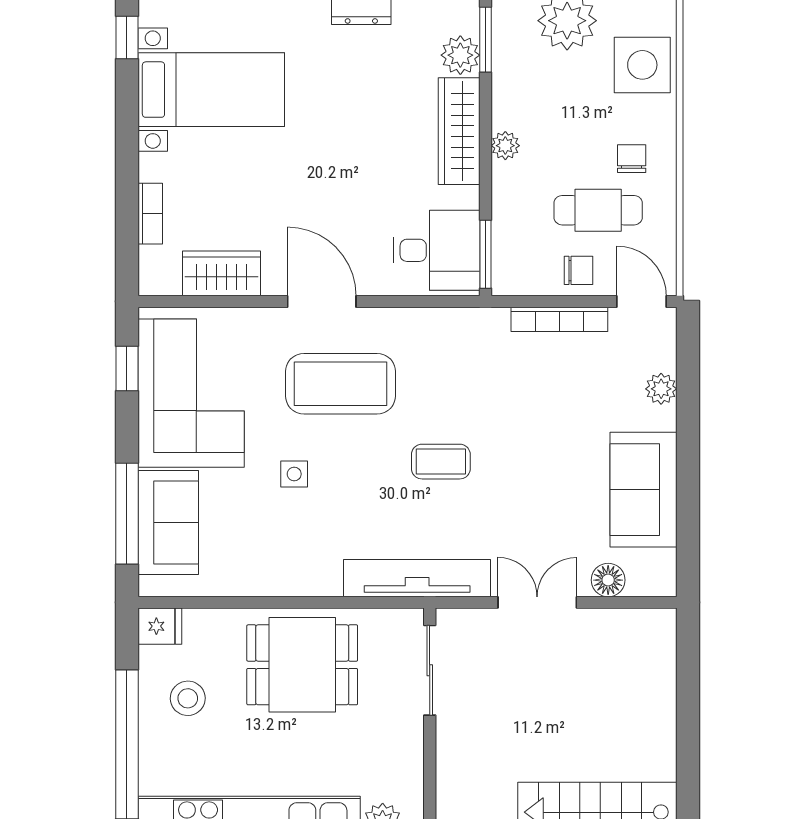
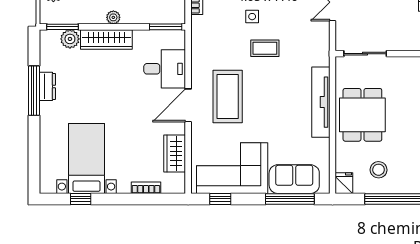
window: (127, 37) -> (81, 199), moved
desk: (437, 250) -> (165, 69), moved, turned 90
coffee table: (441, 462) -> (265, 48), turned 90
side table: (294, 474) -> (252, 17), moved
tv unit: (417, 578) -> (321, 102), moved

